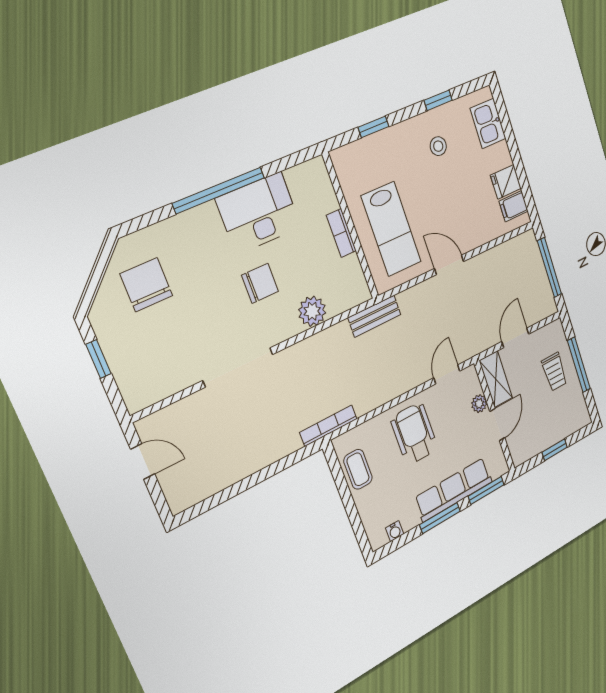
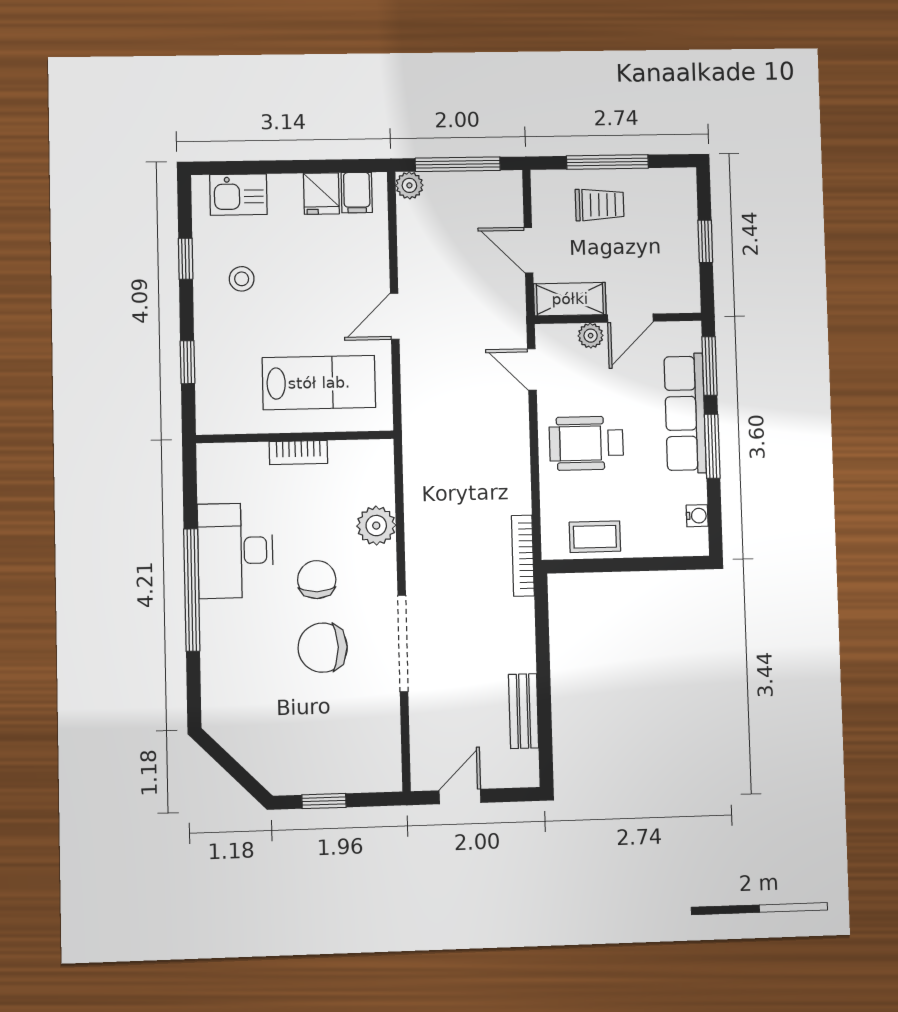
plant: (528, 240) -> (409, 185), added
chair: (146, 285) -> (323, 648), moved
bench: (374, 316) -> (524, 711), moved
door: (497, 425) -> (630, 318), swing flipped

